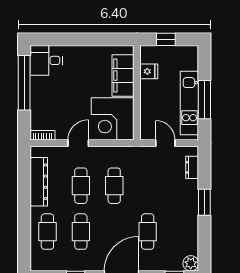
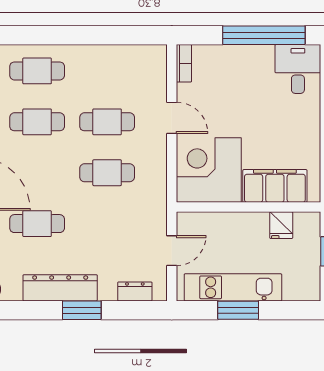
window: (204, 100) -> (238, 310), width x0.69
dresser: (39, 182) -> (60, 288), moved, turned 180

